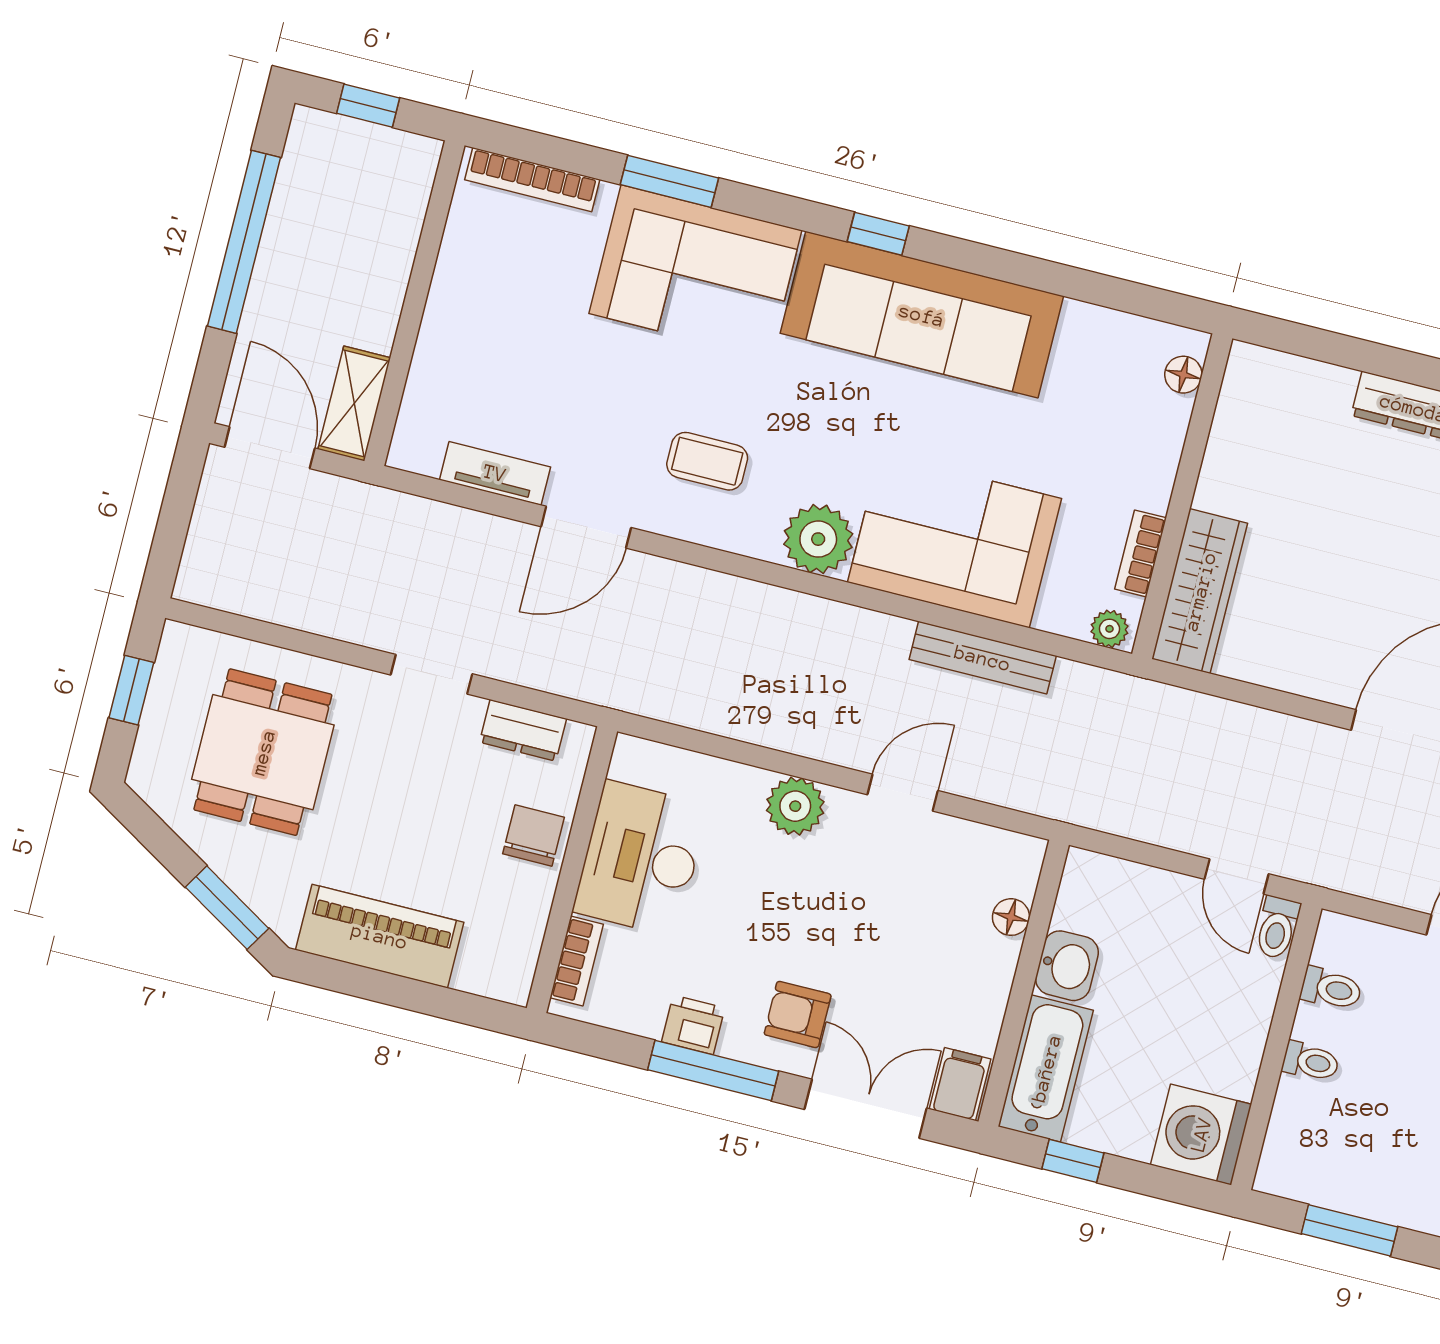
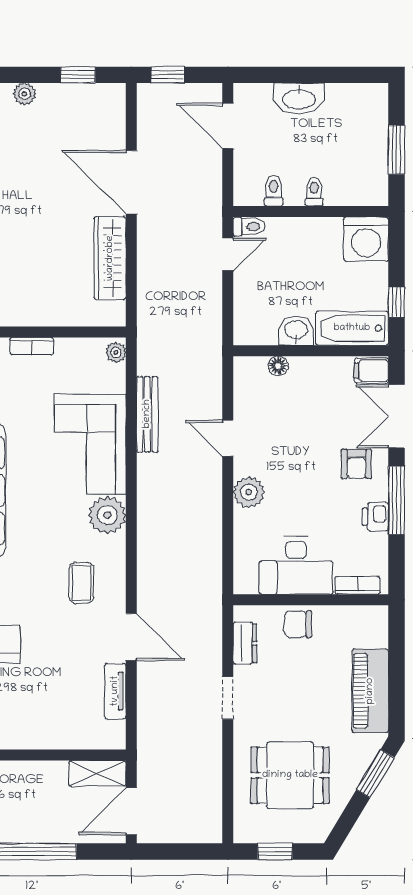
bookcase: (1141, 553) -> (32, 346), moved
wardrobe: (1200, 591) -> (110, 258), moved, turned -90

